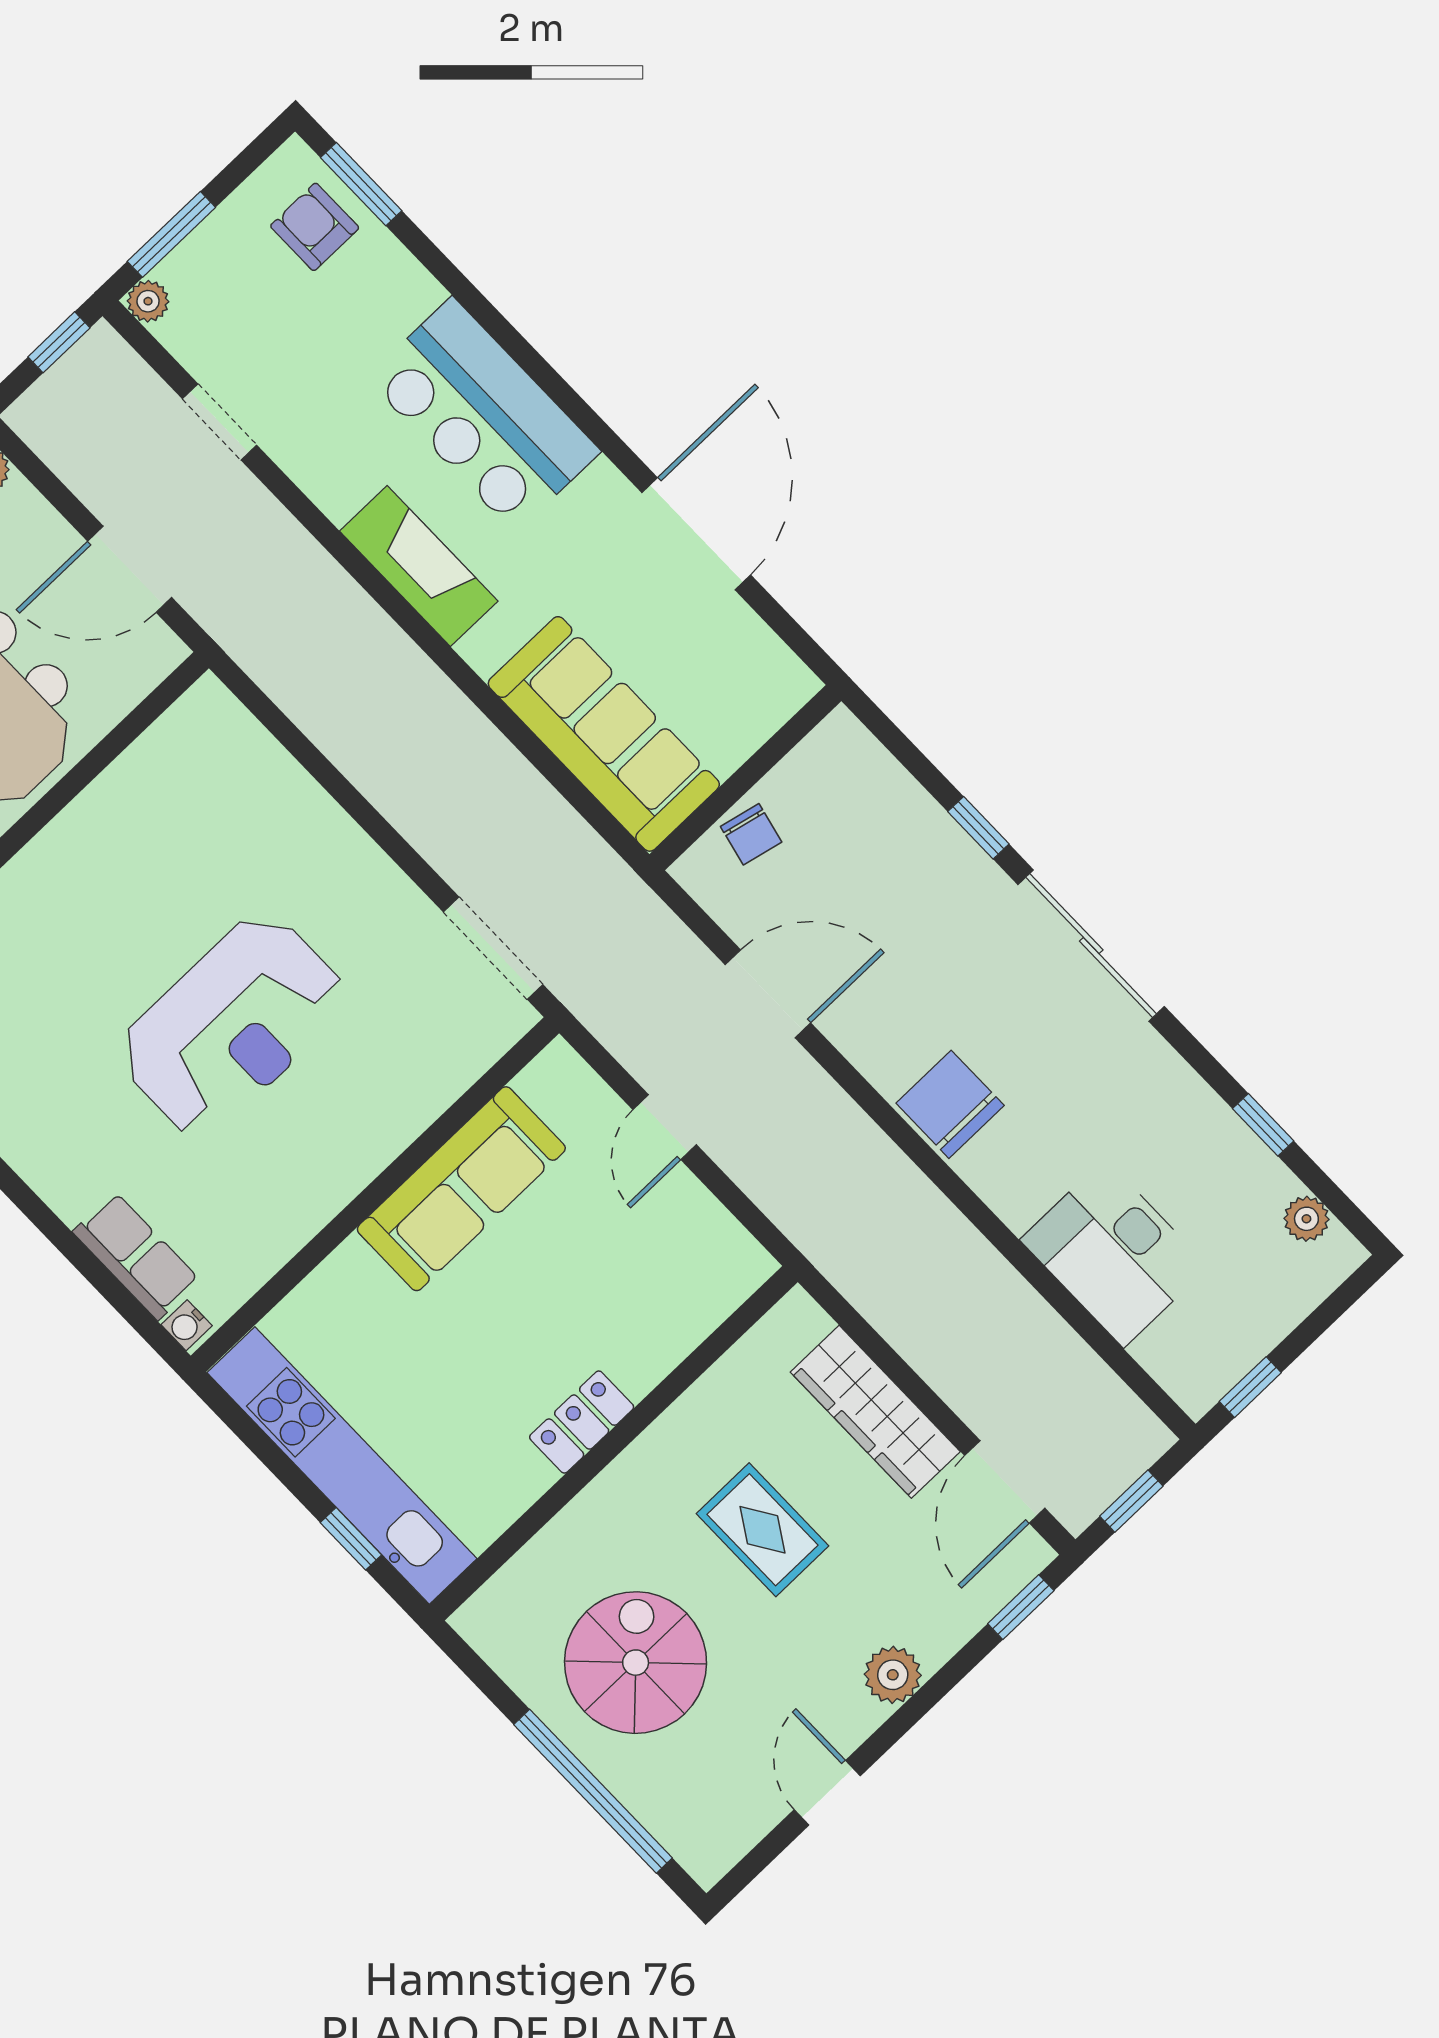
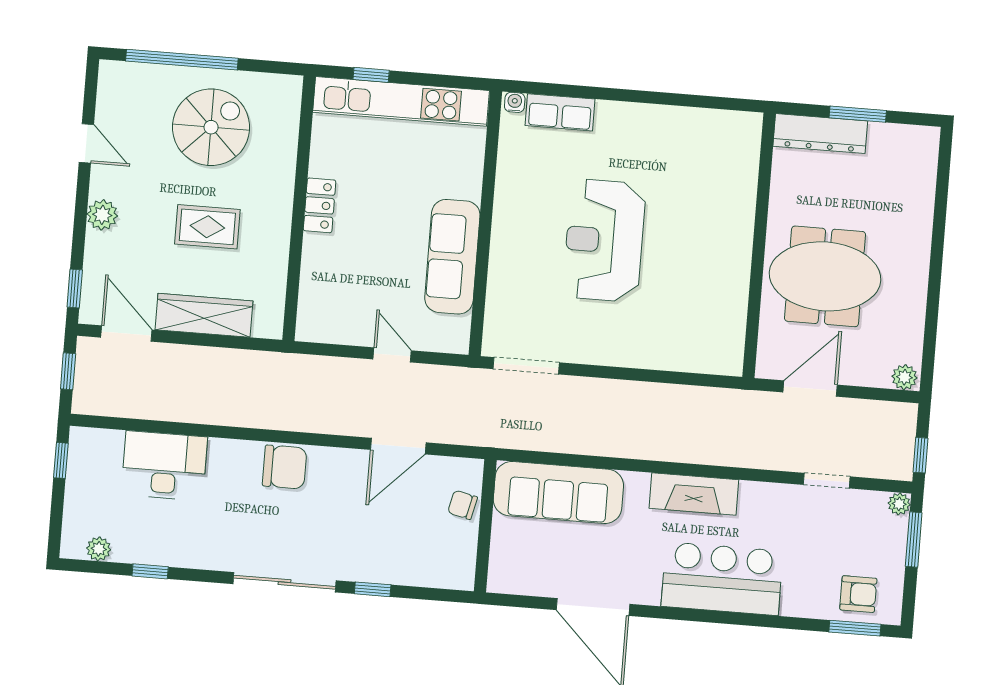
spiral stairs: (636, 1663) -> (211, 127), turned -90

